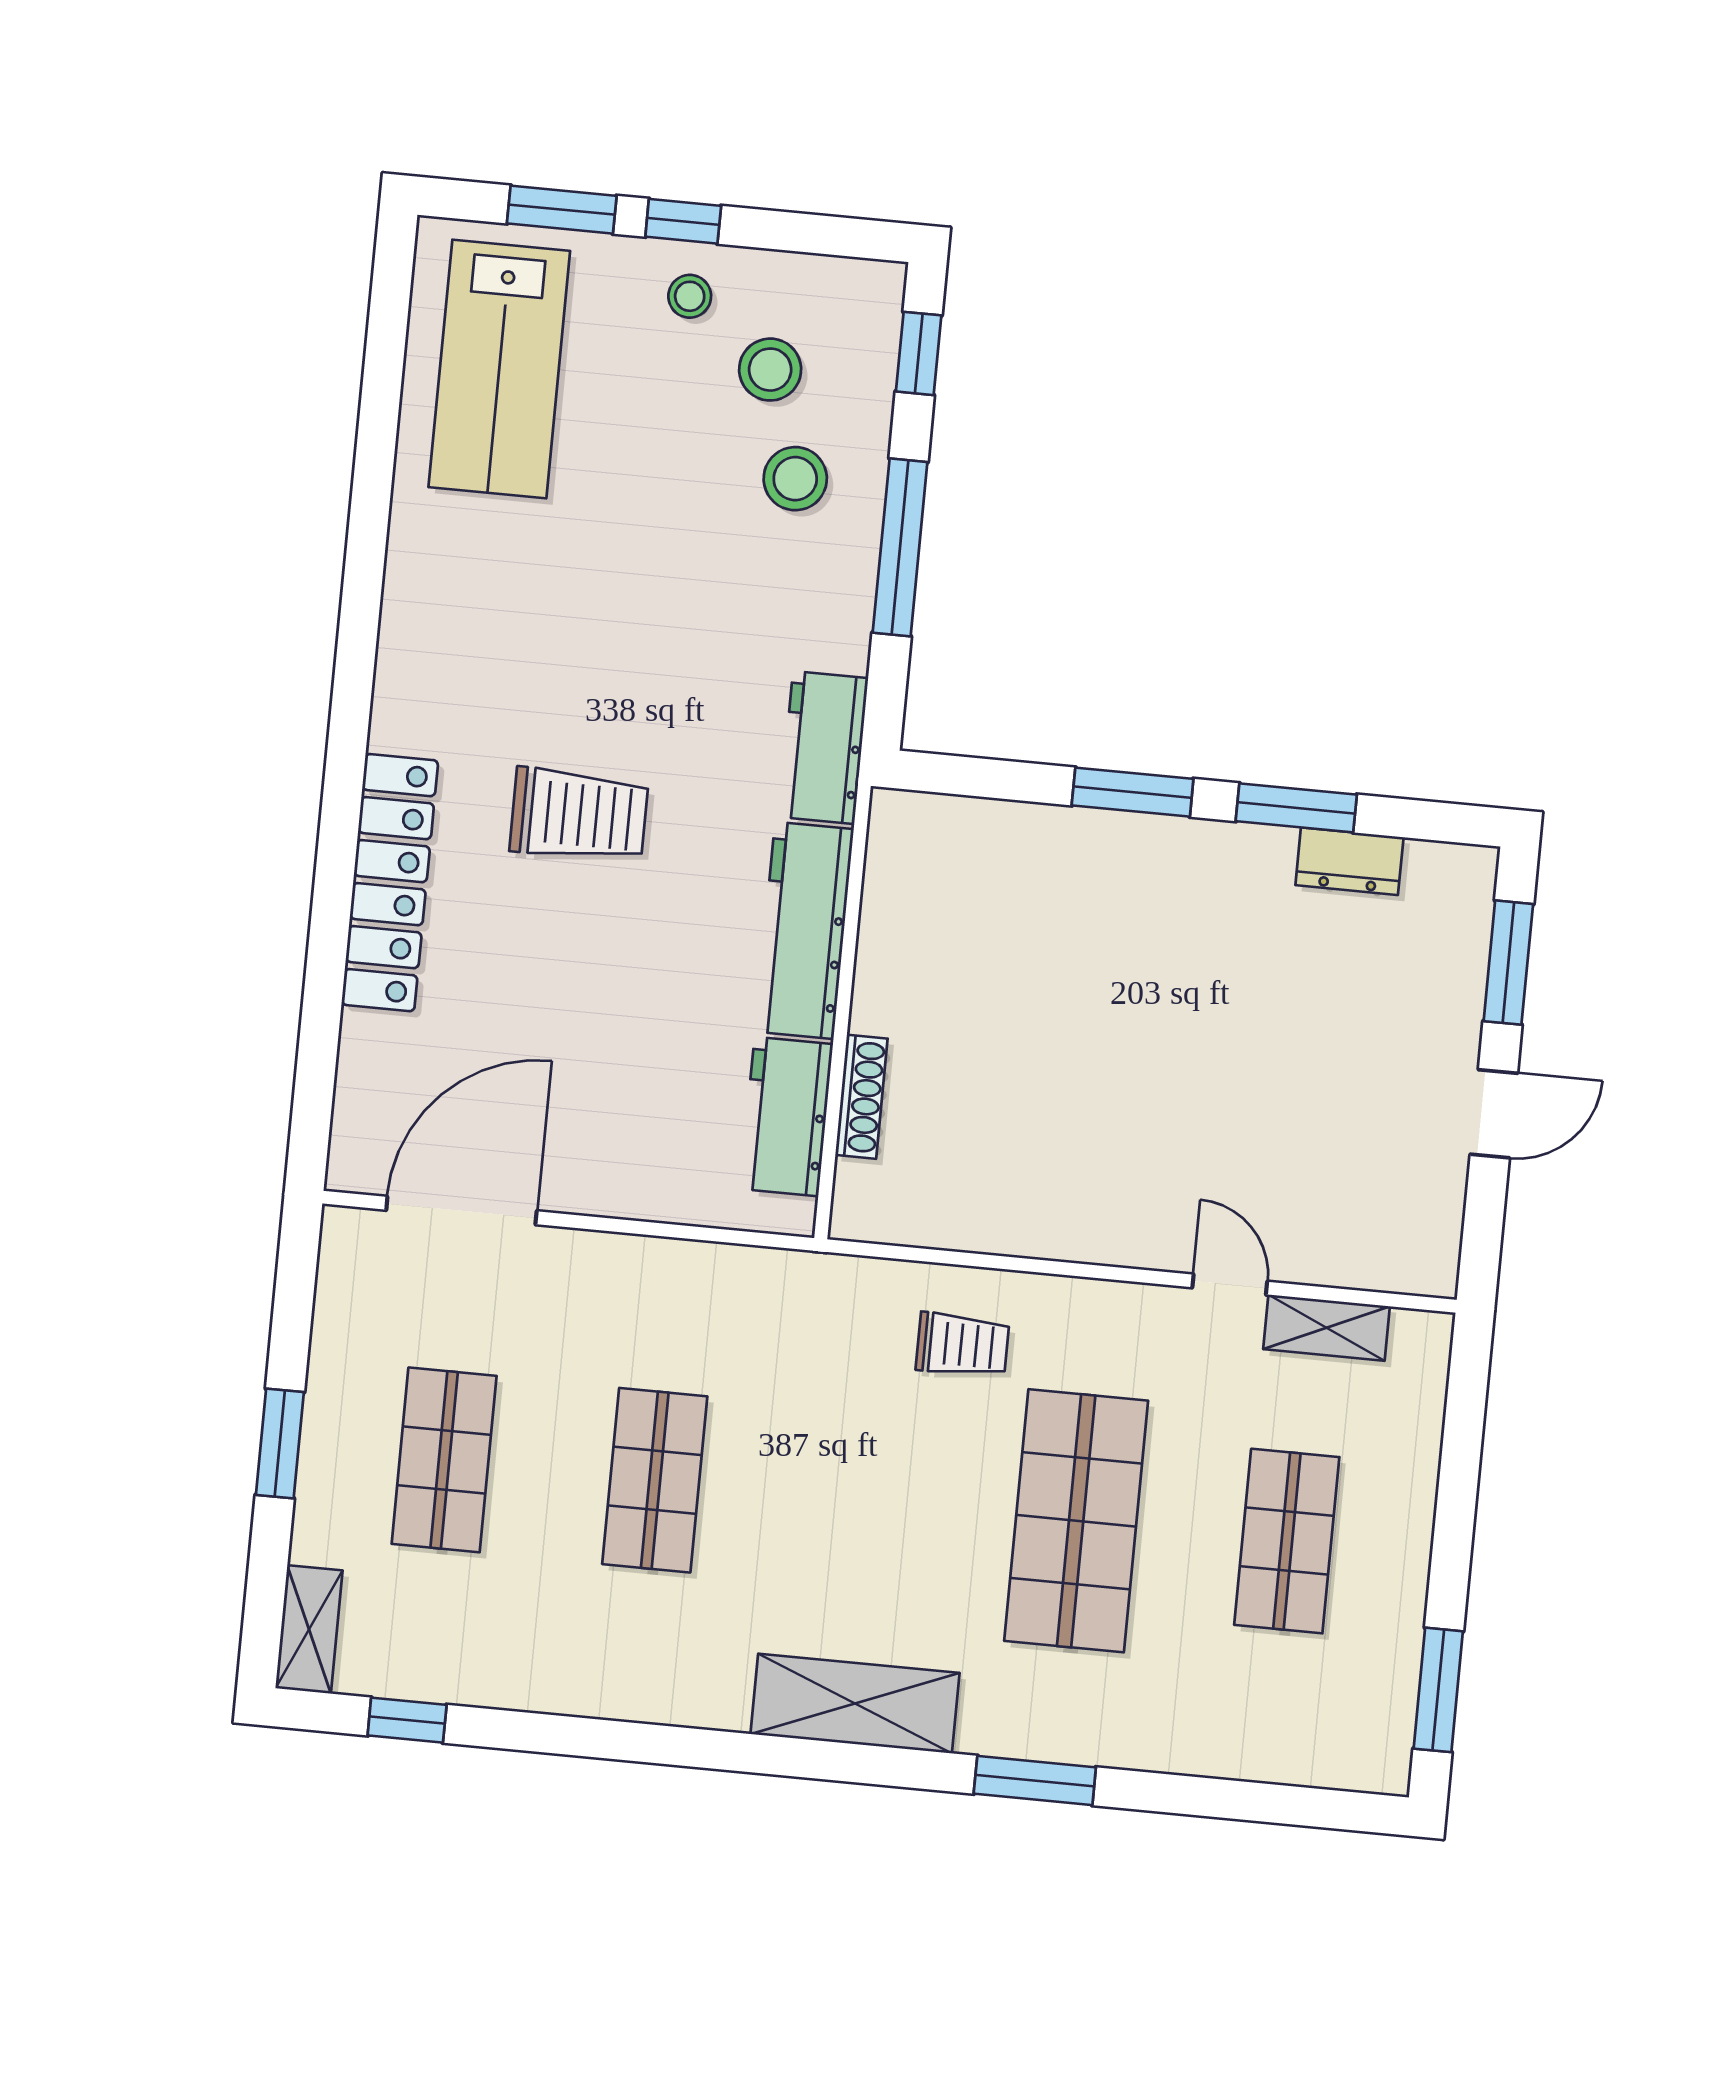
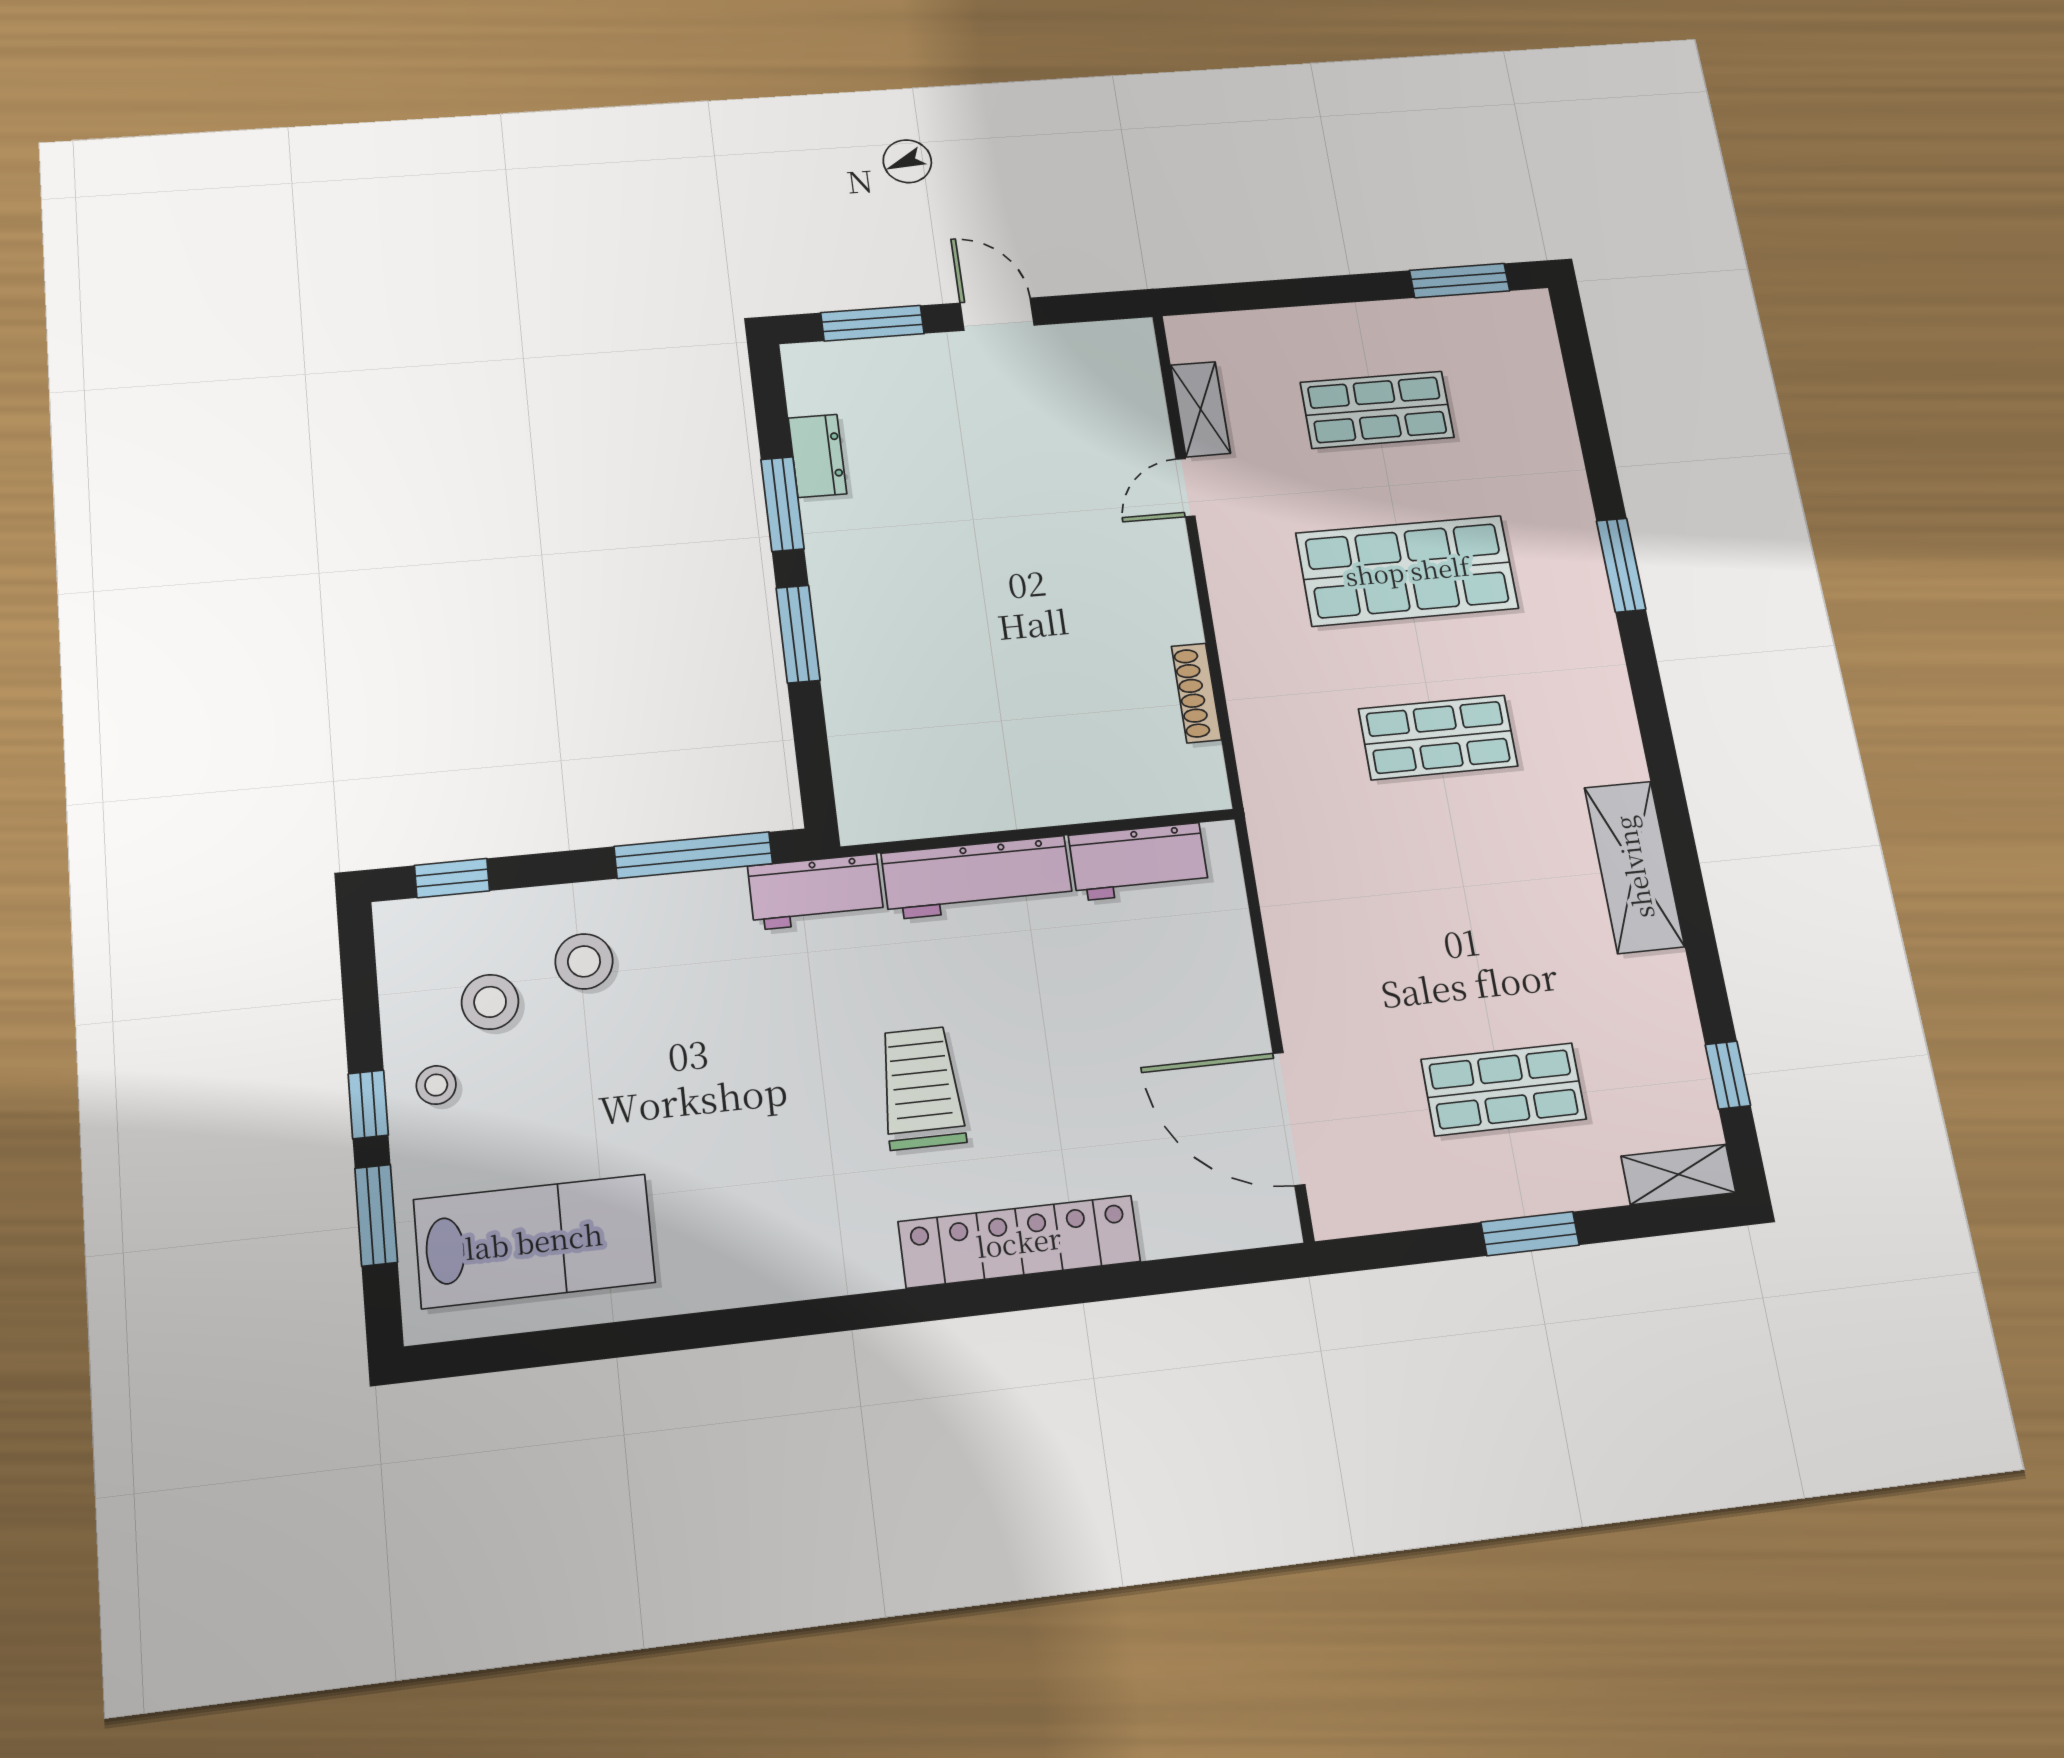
window: (900, 547) -> (693, 855), moved
shoe rack: (861, 1097) -> (1196, 693), moved, turned -90
trolley: (962, 1345) -> (1290, 685), removed
shop shelf: (655, 1480) -> (1438, 737), moved
shelving: (855, 1704) -> (1634, 867), moved

